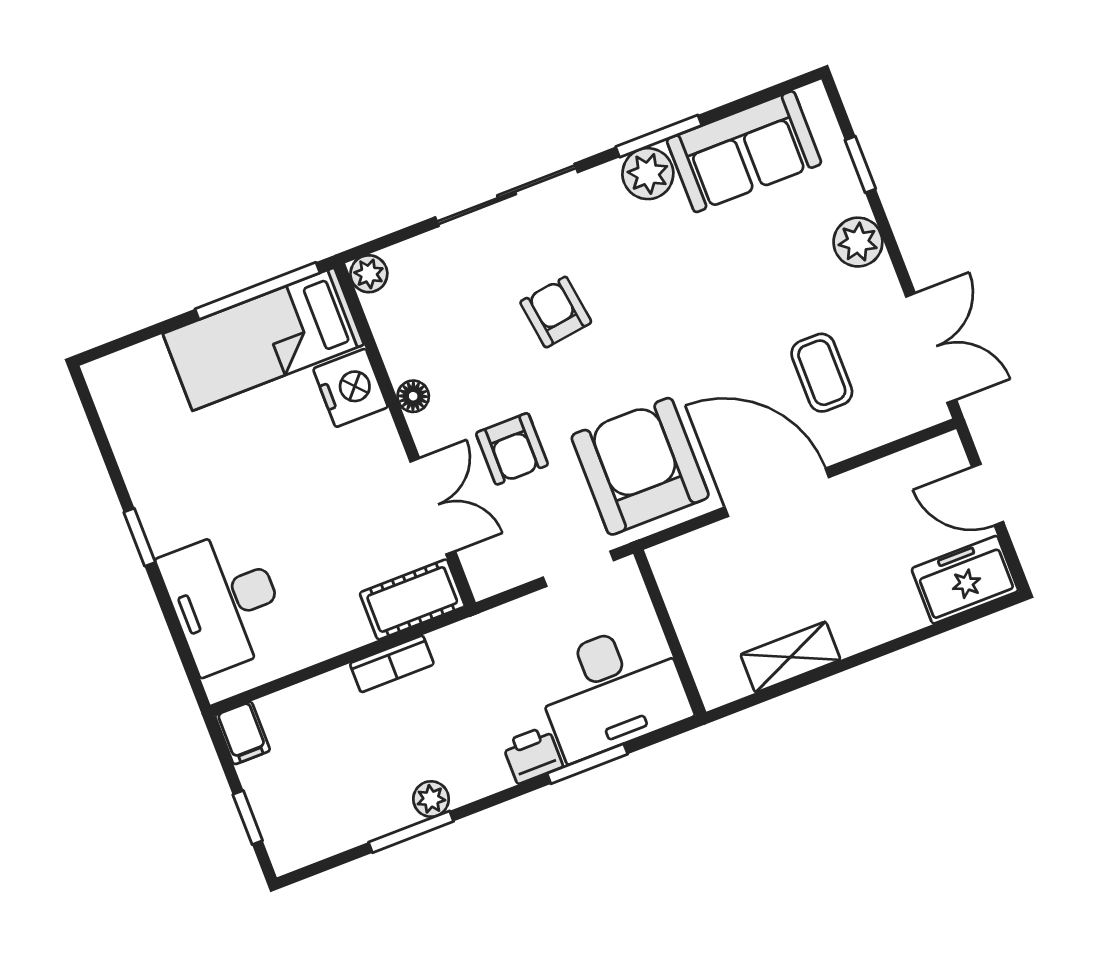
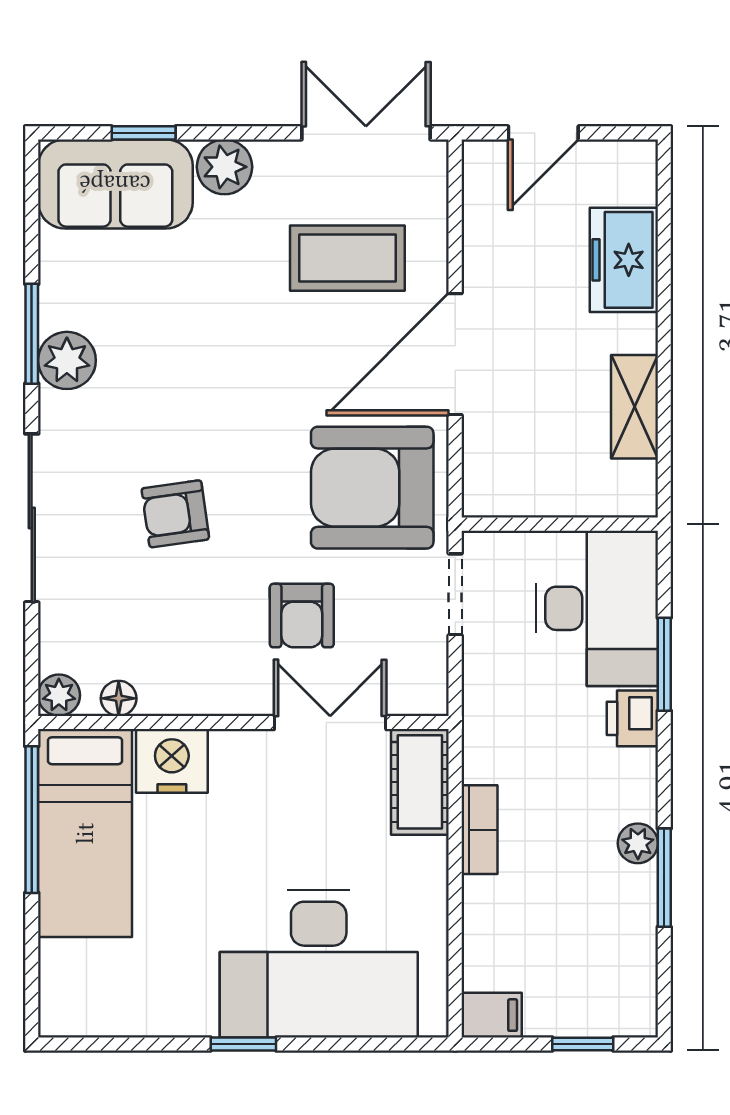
sofa: (744, 152) -> (115, 184), moved, turned 90
coffee table: (822, 373) -> (347, 258), width x1.36, depth x1.30
floor lamp: (413, 396) -> (119, 698), moved
armchair: (512, 449) -> (302, 616), turned 90
freezer: (965, 580) -> (624, 260), moved
desk: (224, 601) -> (319, 964), width x1.36, depth x1.30

